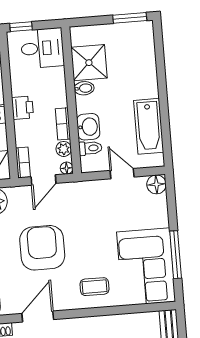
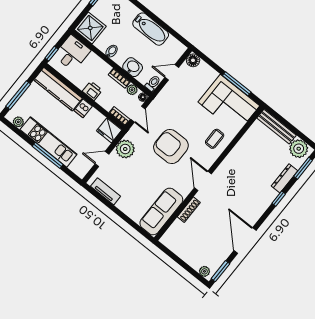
shower: (89, 63) -> (90, 28), moved
bathtub: (149, 126) -> (151, 29), moved
toilet: (90, 148) -> (153, 83), moved

